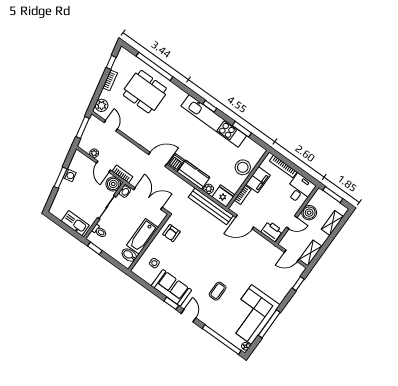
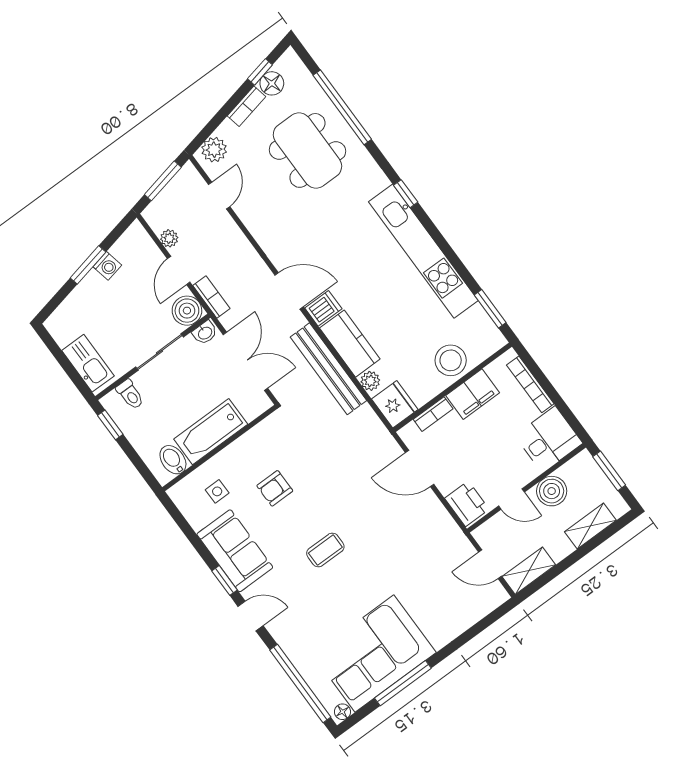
floor lamp: (118, 66) -> (272, 83), added
window: (210, 106) -> (406, 194), moved
window: (242, 129) -> (490, 309), moved
bench: (211, 206) -> (328, 369), moved
armchair: (171, 233) -> (275, 488), moved
window: (298, 284) -> (485, 623), removed
coffee table: (218, 291) -> (325, 550), moved
door: (189, 316) -> (251, 616), hinge flipped

